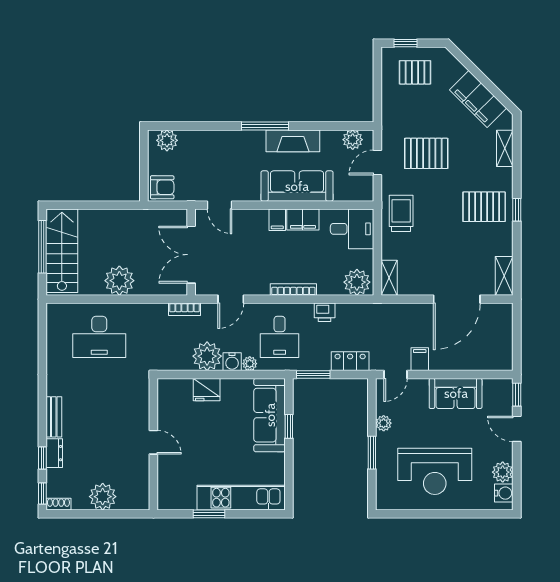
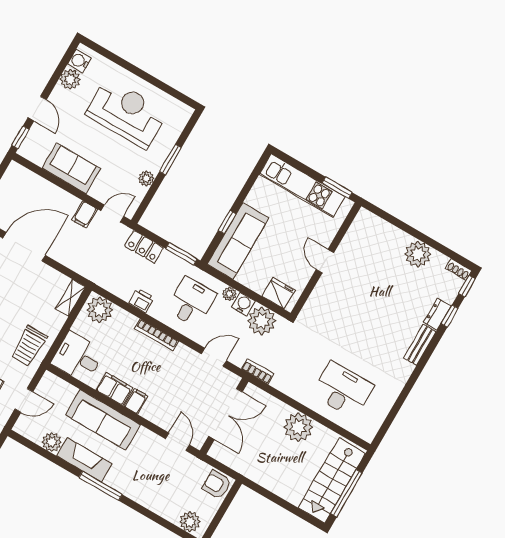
plant: (353, 140) -> (52, 442), moved
door: (153, 442) -> (325, 261), moved
wall: (153, 444) -> (326, 260), moved

